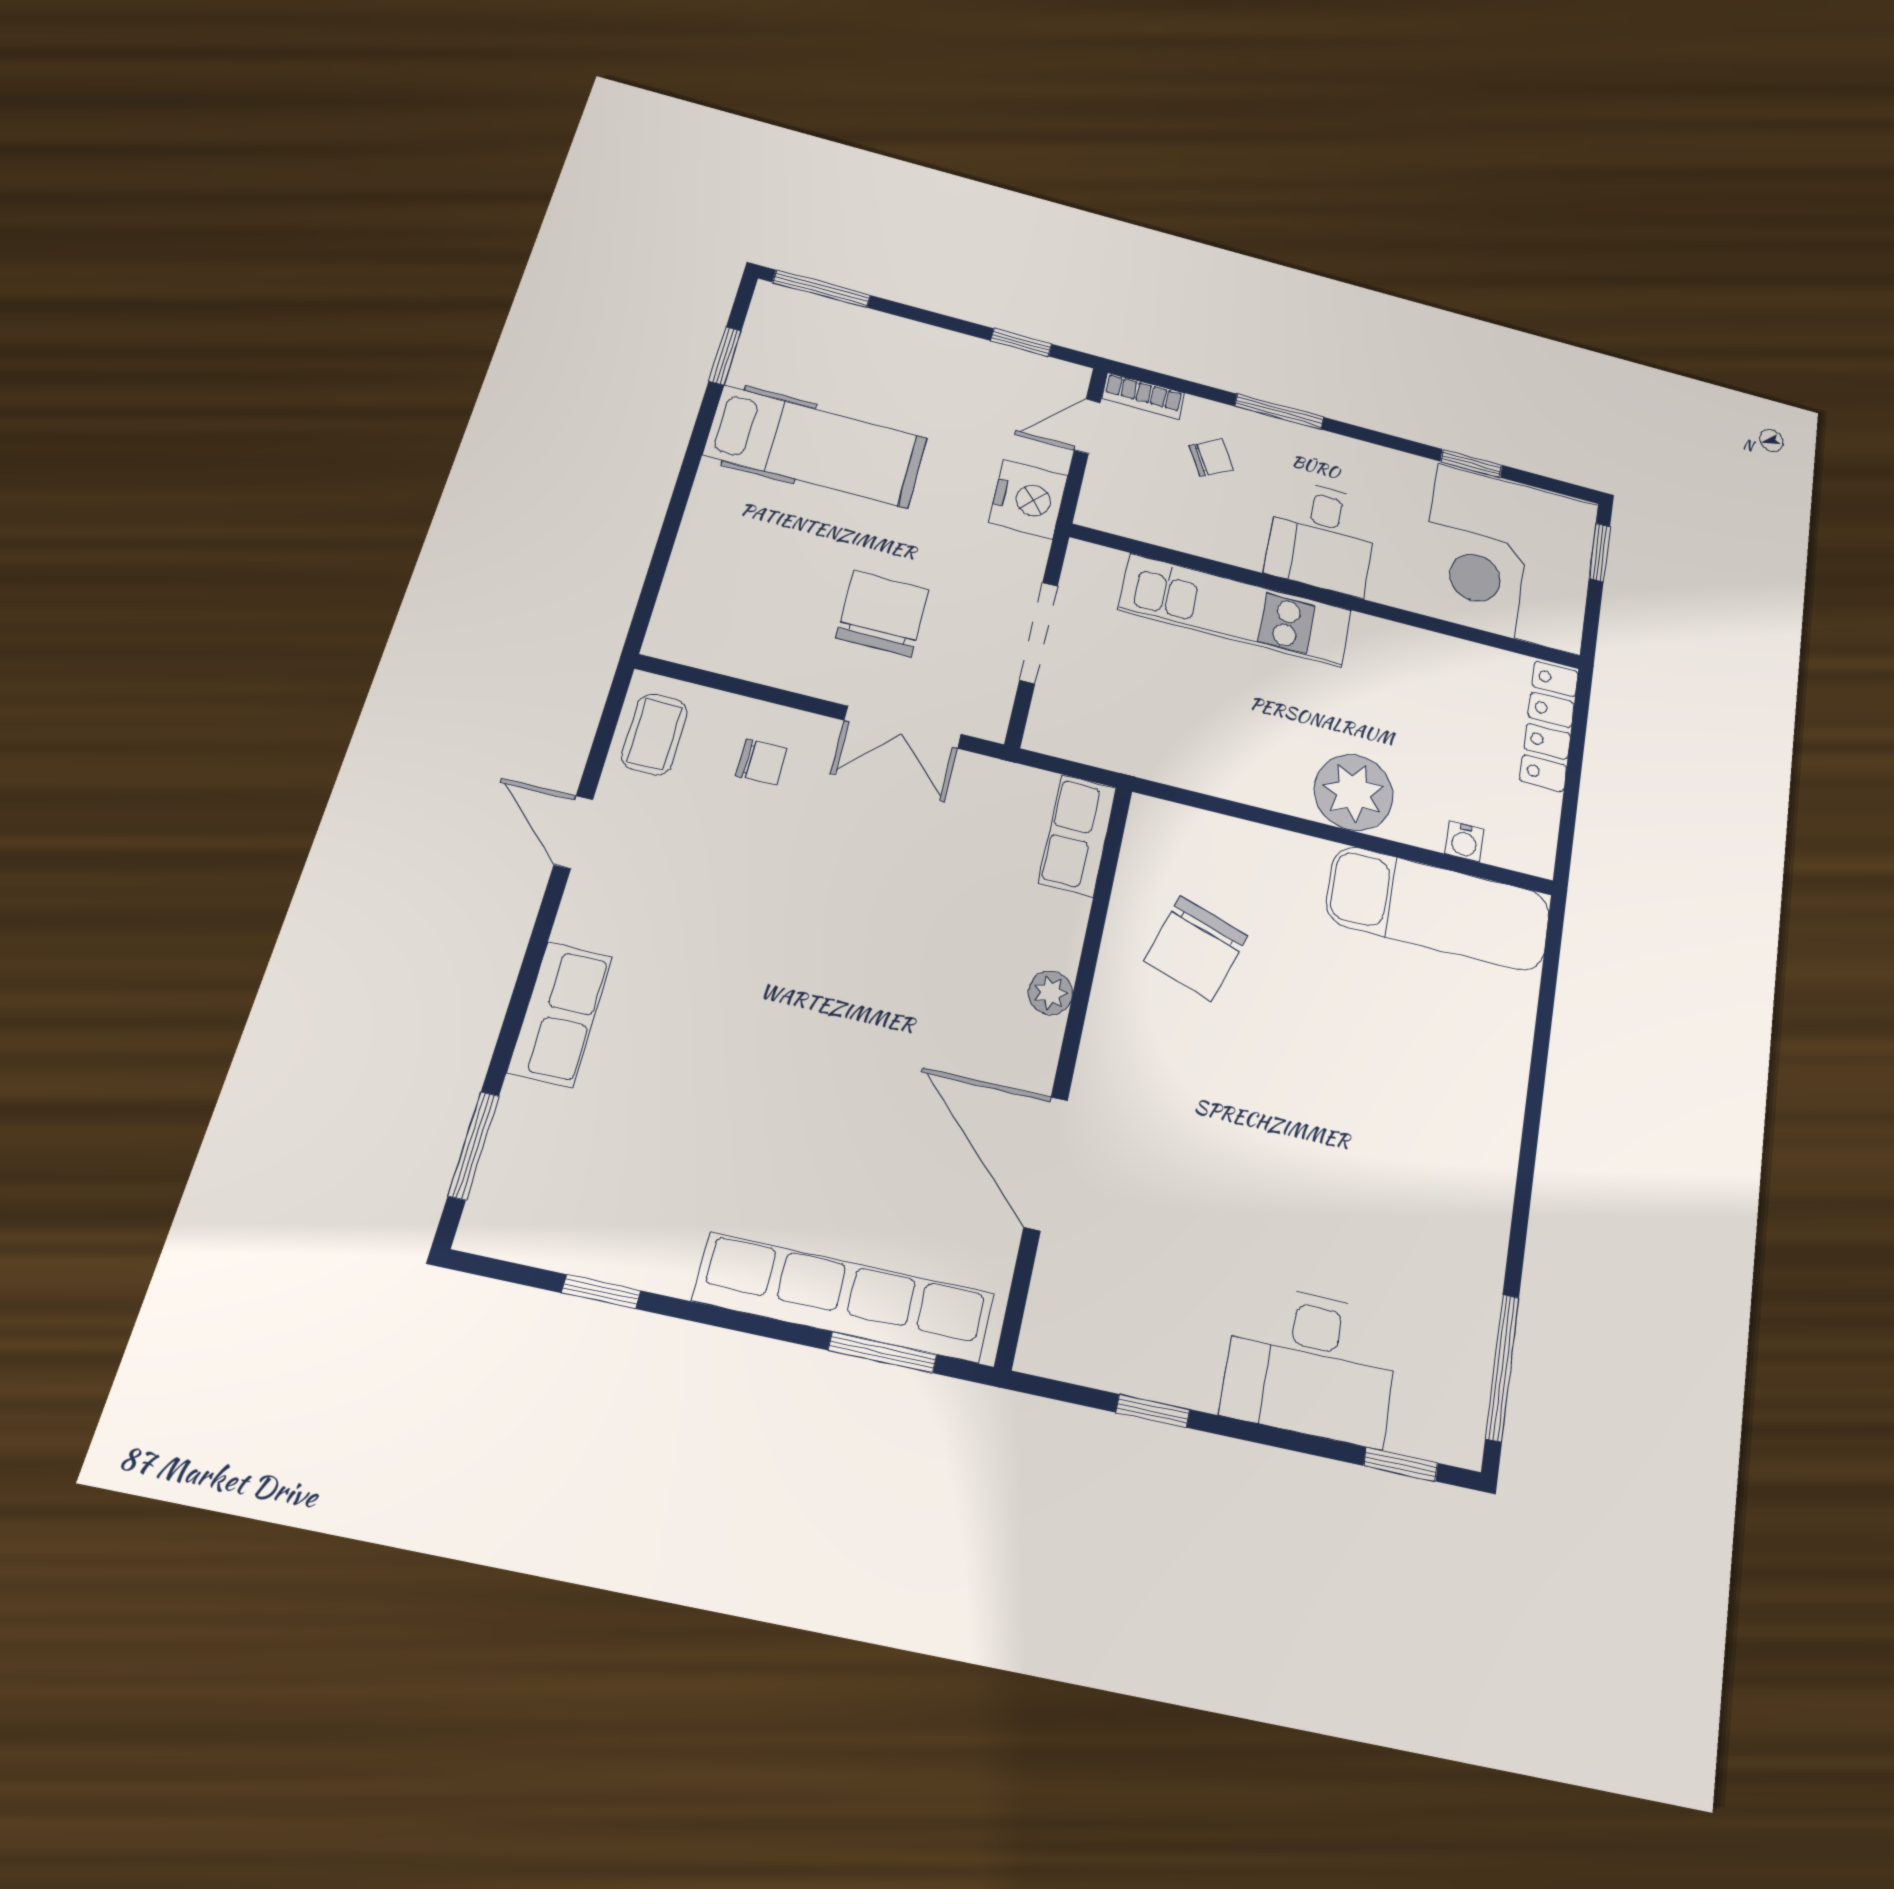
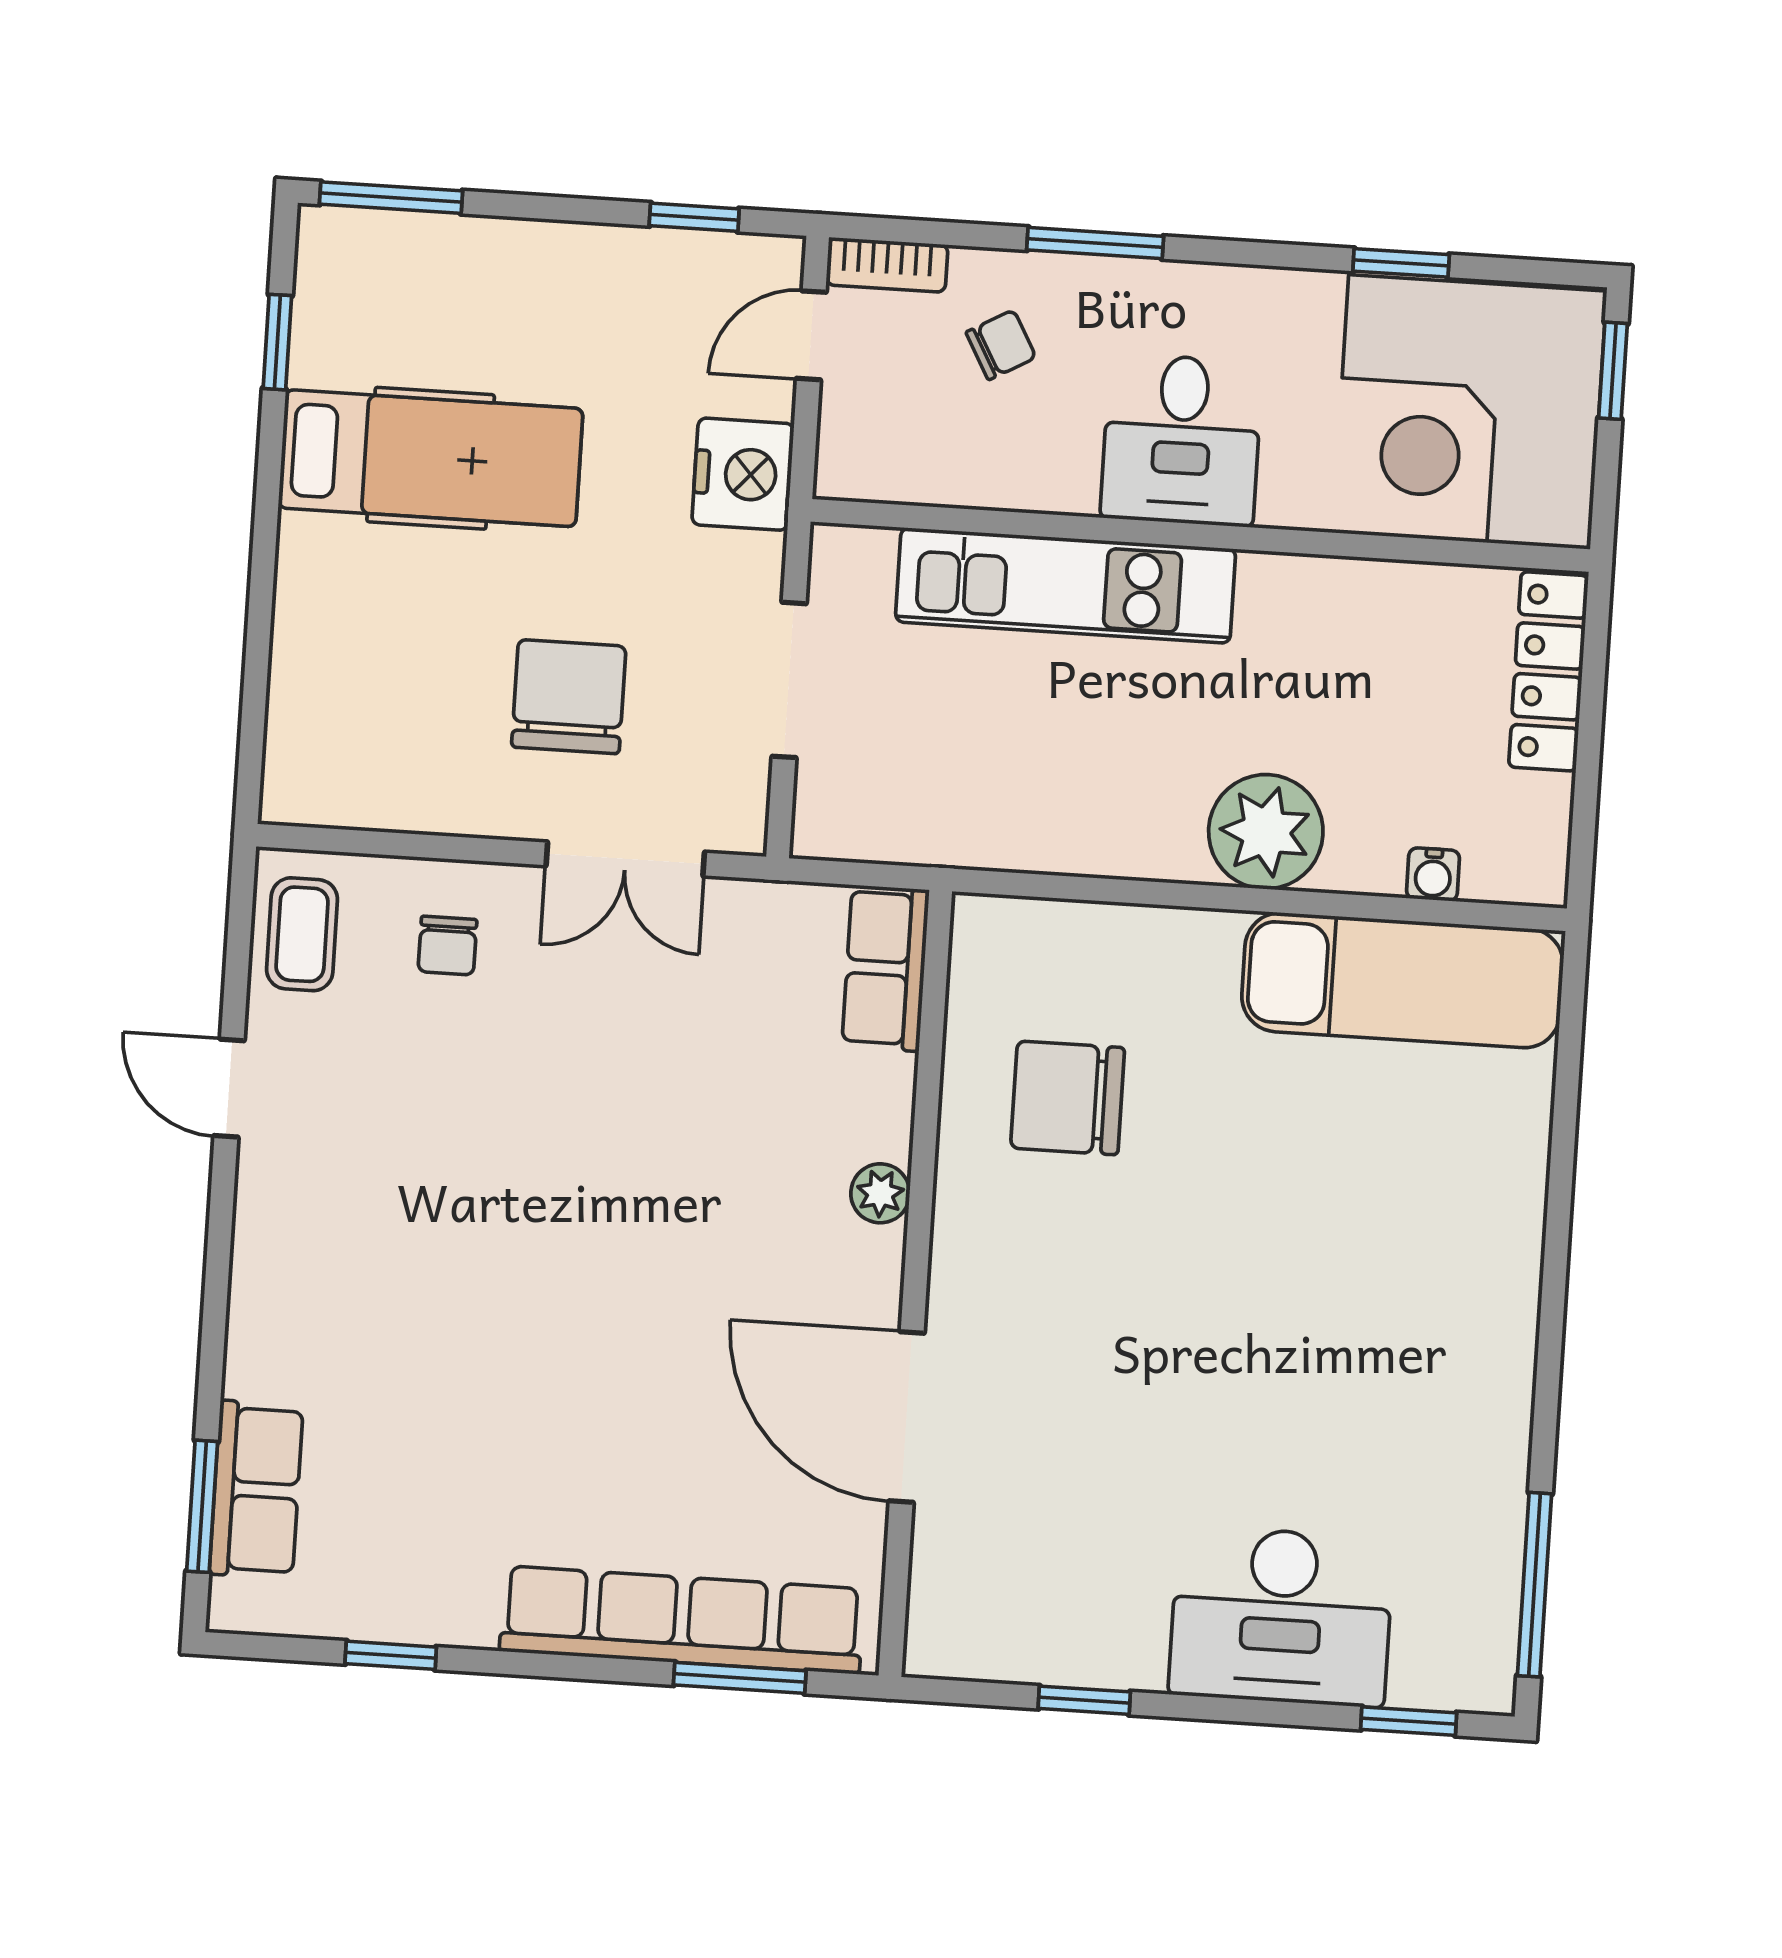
chair: (761, 762) -> (447, 946), turned 90
chair: (1196, 948) -> (1068, 1098), turned 72
row of seats: (560, 1014) -> (256, 1490), moved

